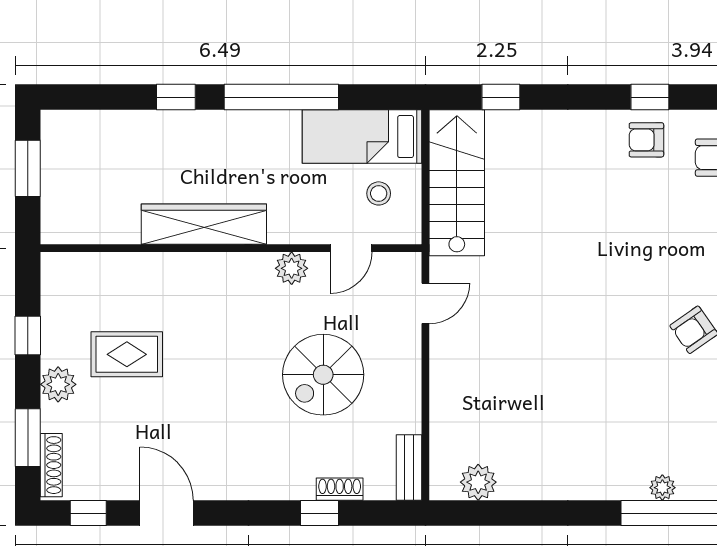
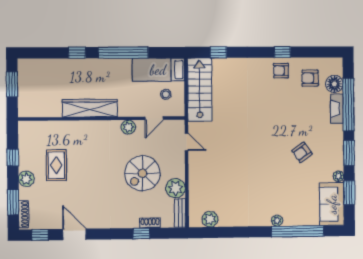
door: (425, 303) -> (187, 142), hinge flipped
rug: (127, 354) -> (56, 165), turned 90
plant: (399, 410) -> (176, 188), added
plant: (662, 488) -> (277, 221), moved

